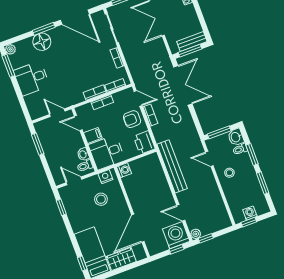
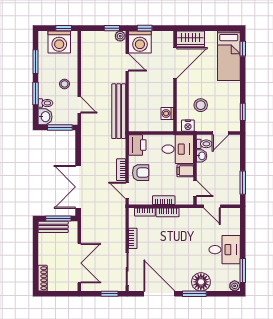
washing machine: (124, 170) -> (167, 113), moved
door: (74, 181) -> (221, 133), hinge flipped
washing machine: (250, 213) -> (59, 42), width x1.89, depth x1.89
wardrobe: (121, 259) -> (190, 39), moved

